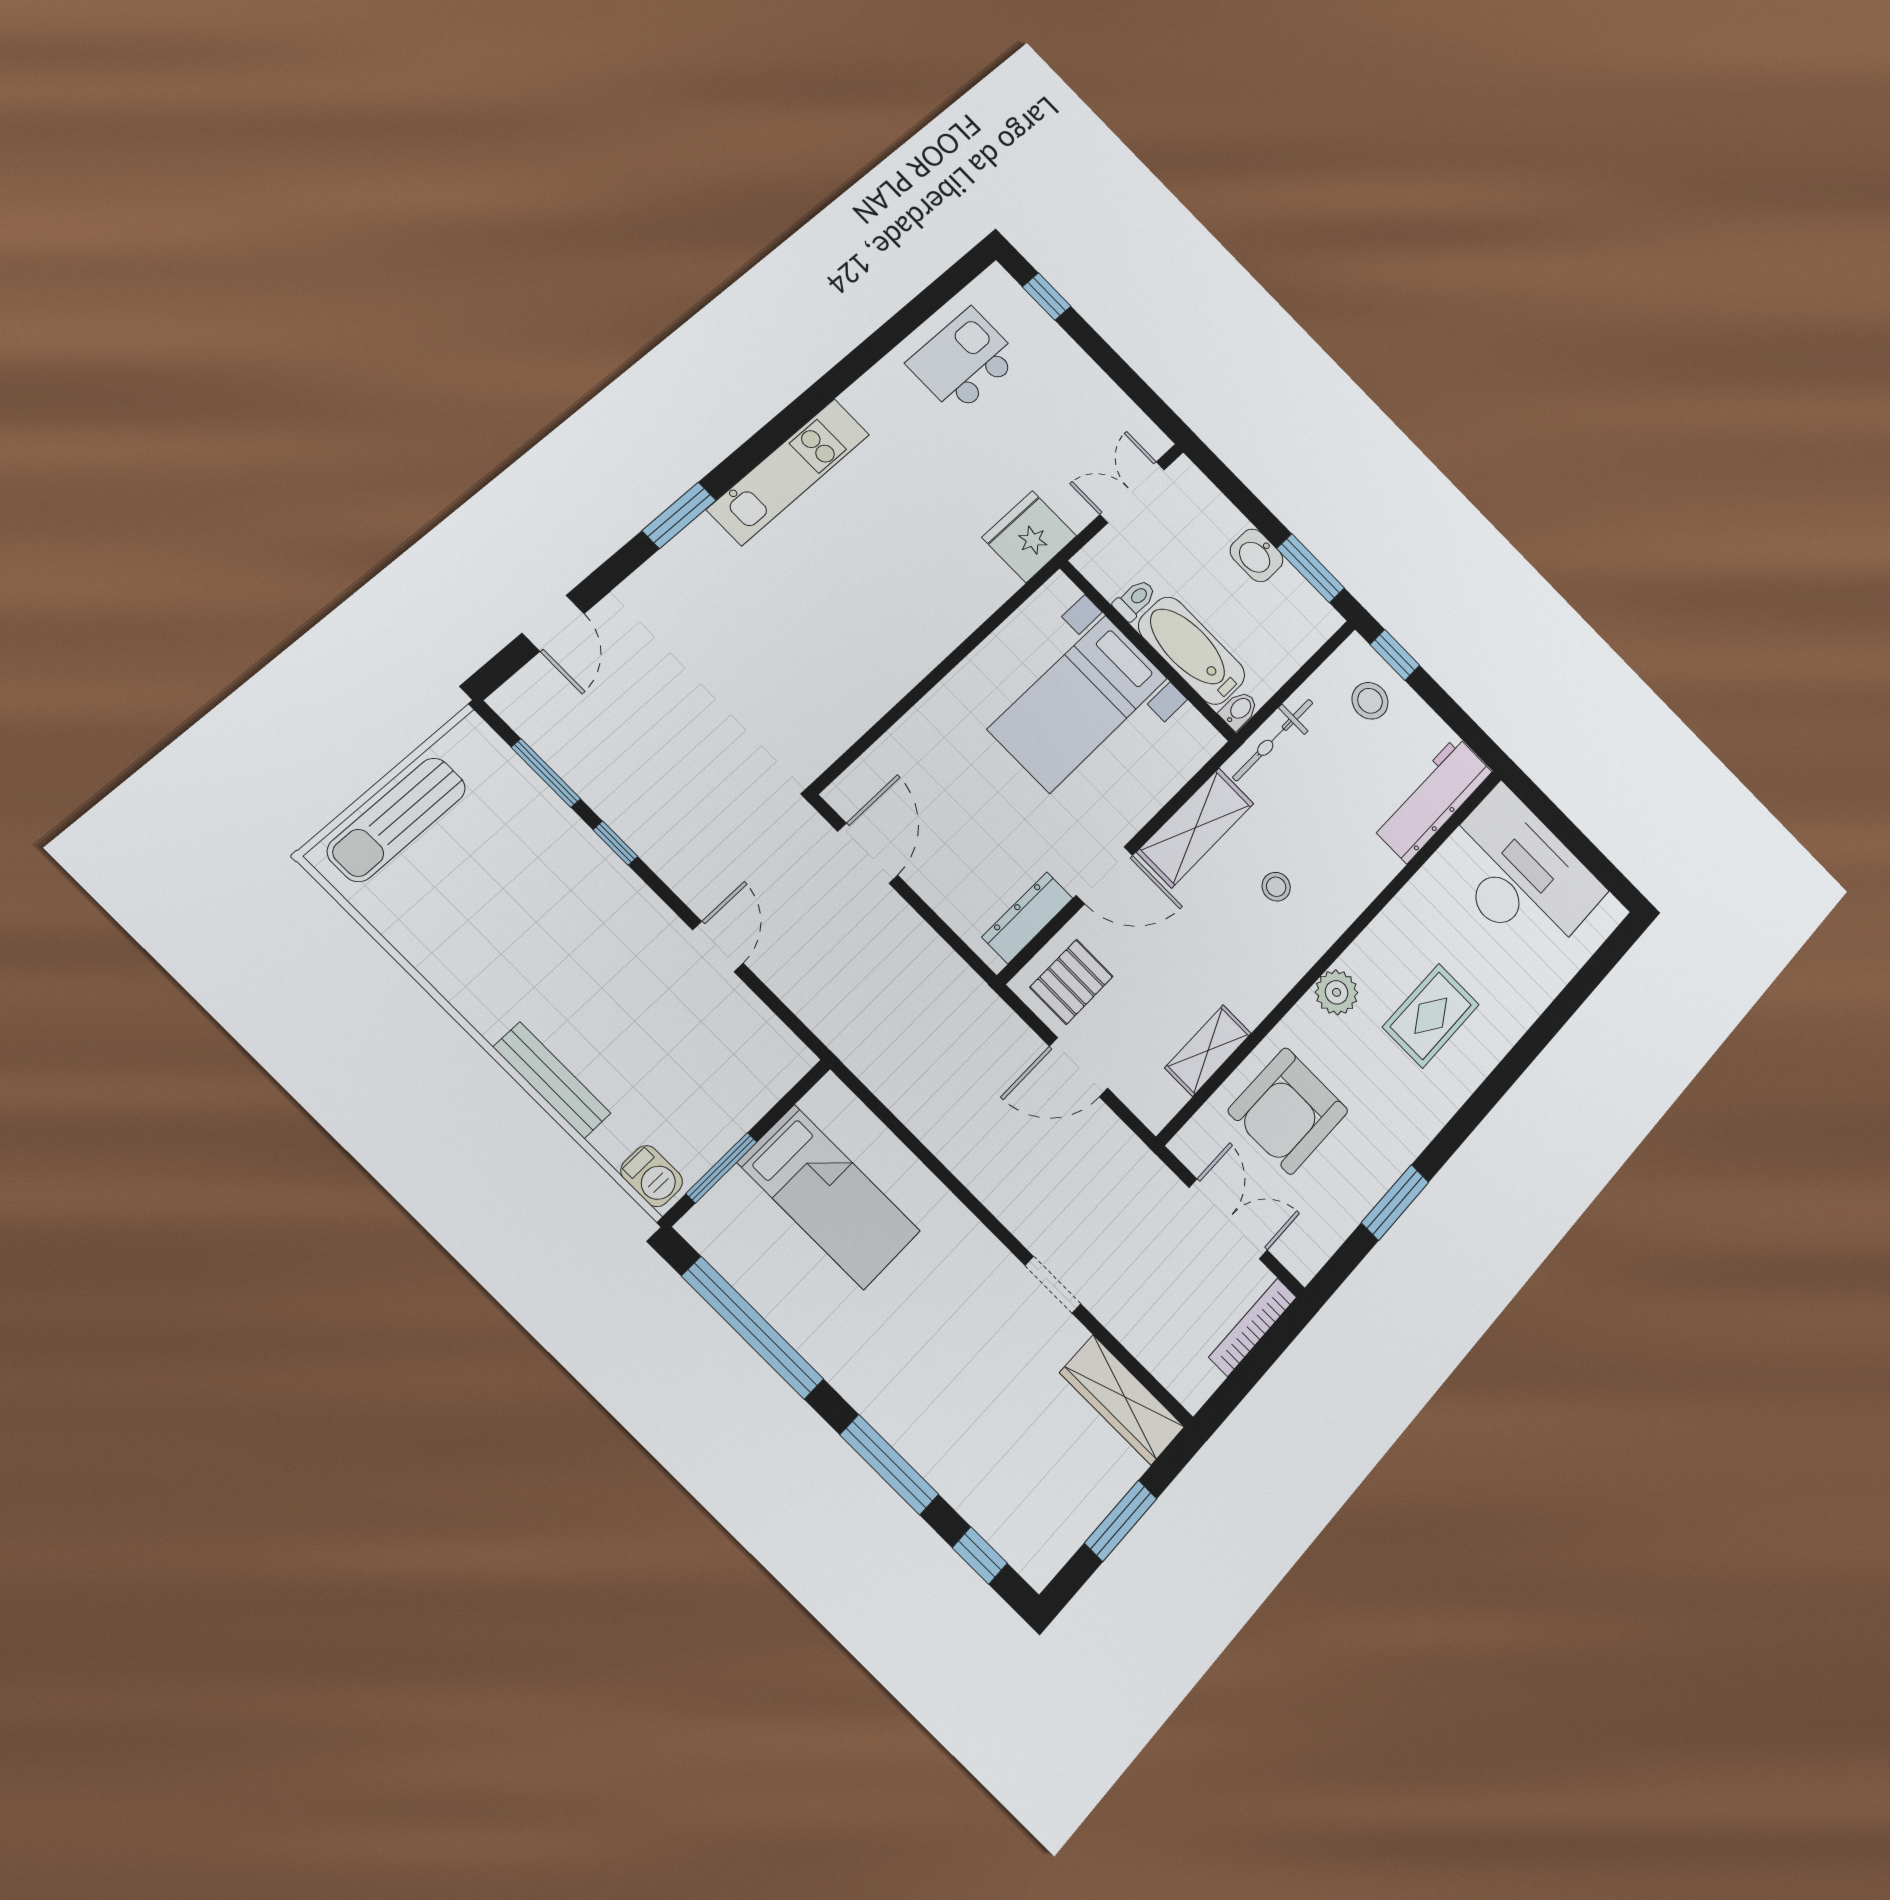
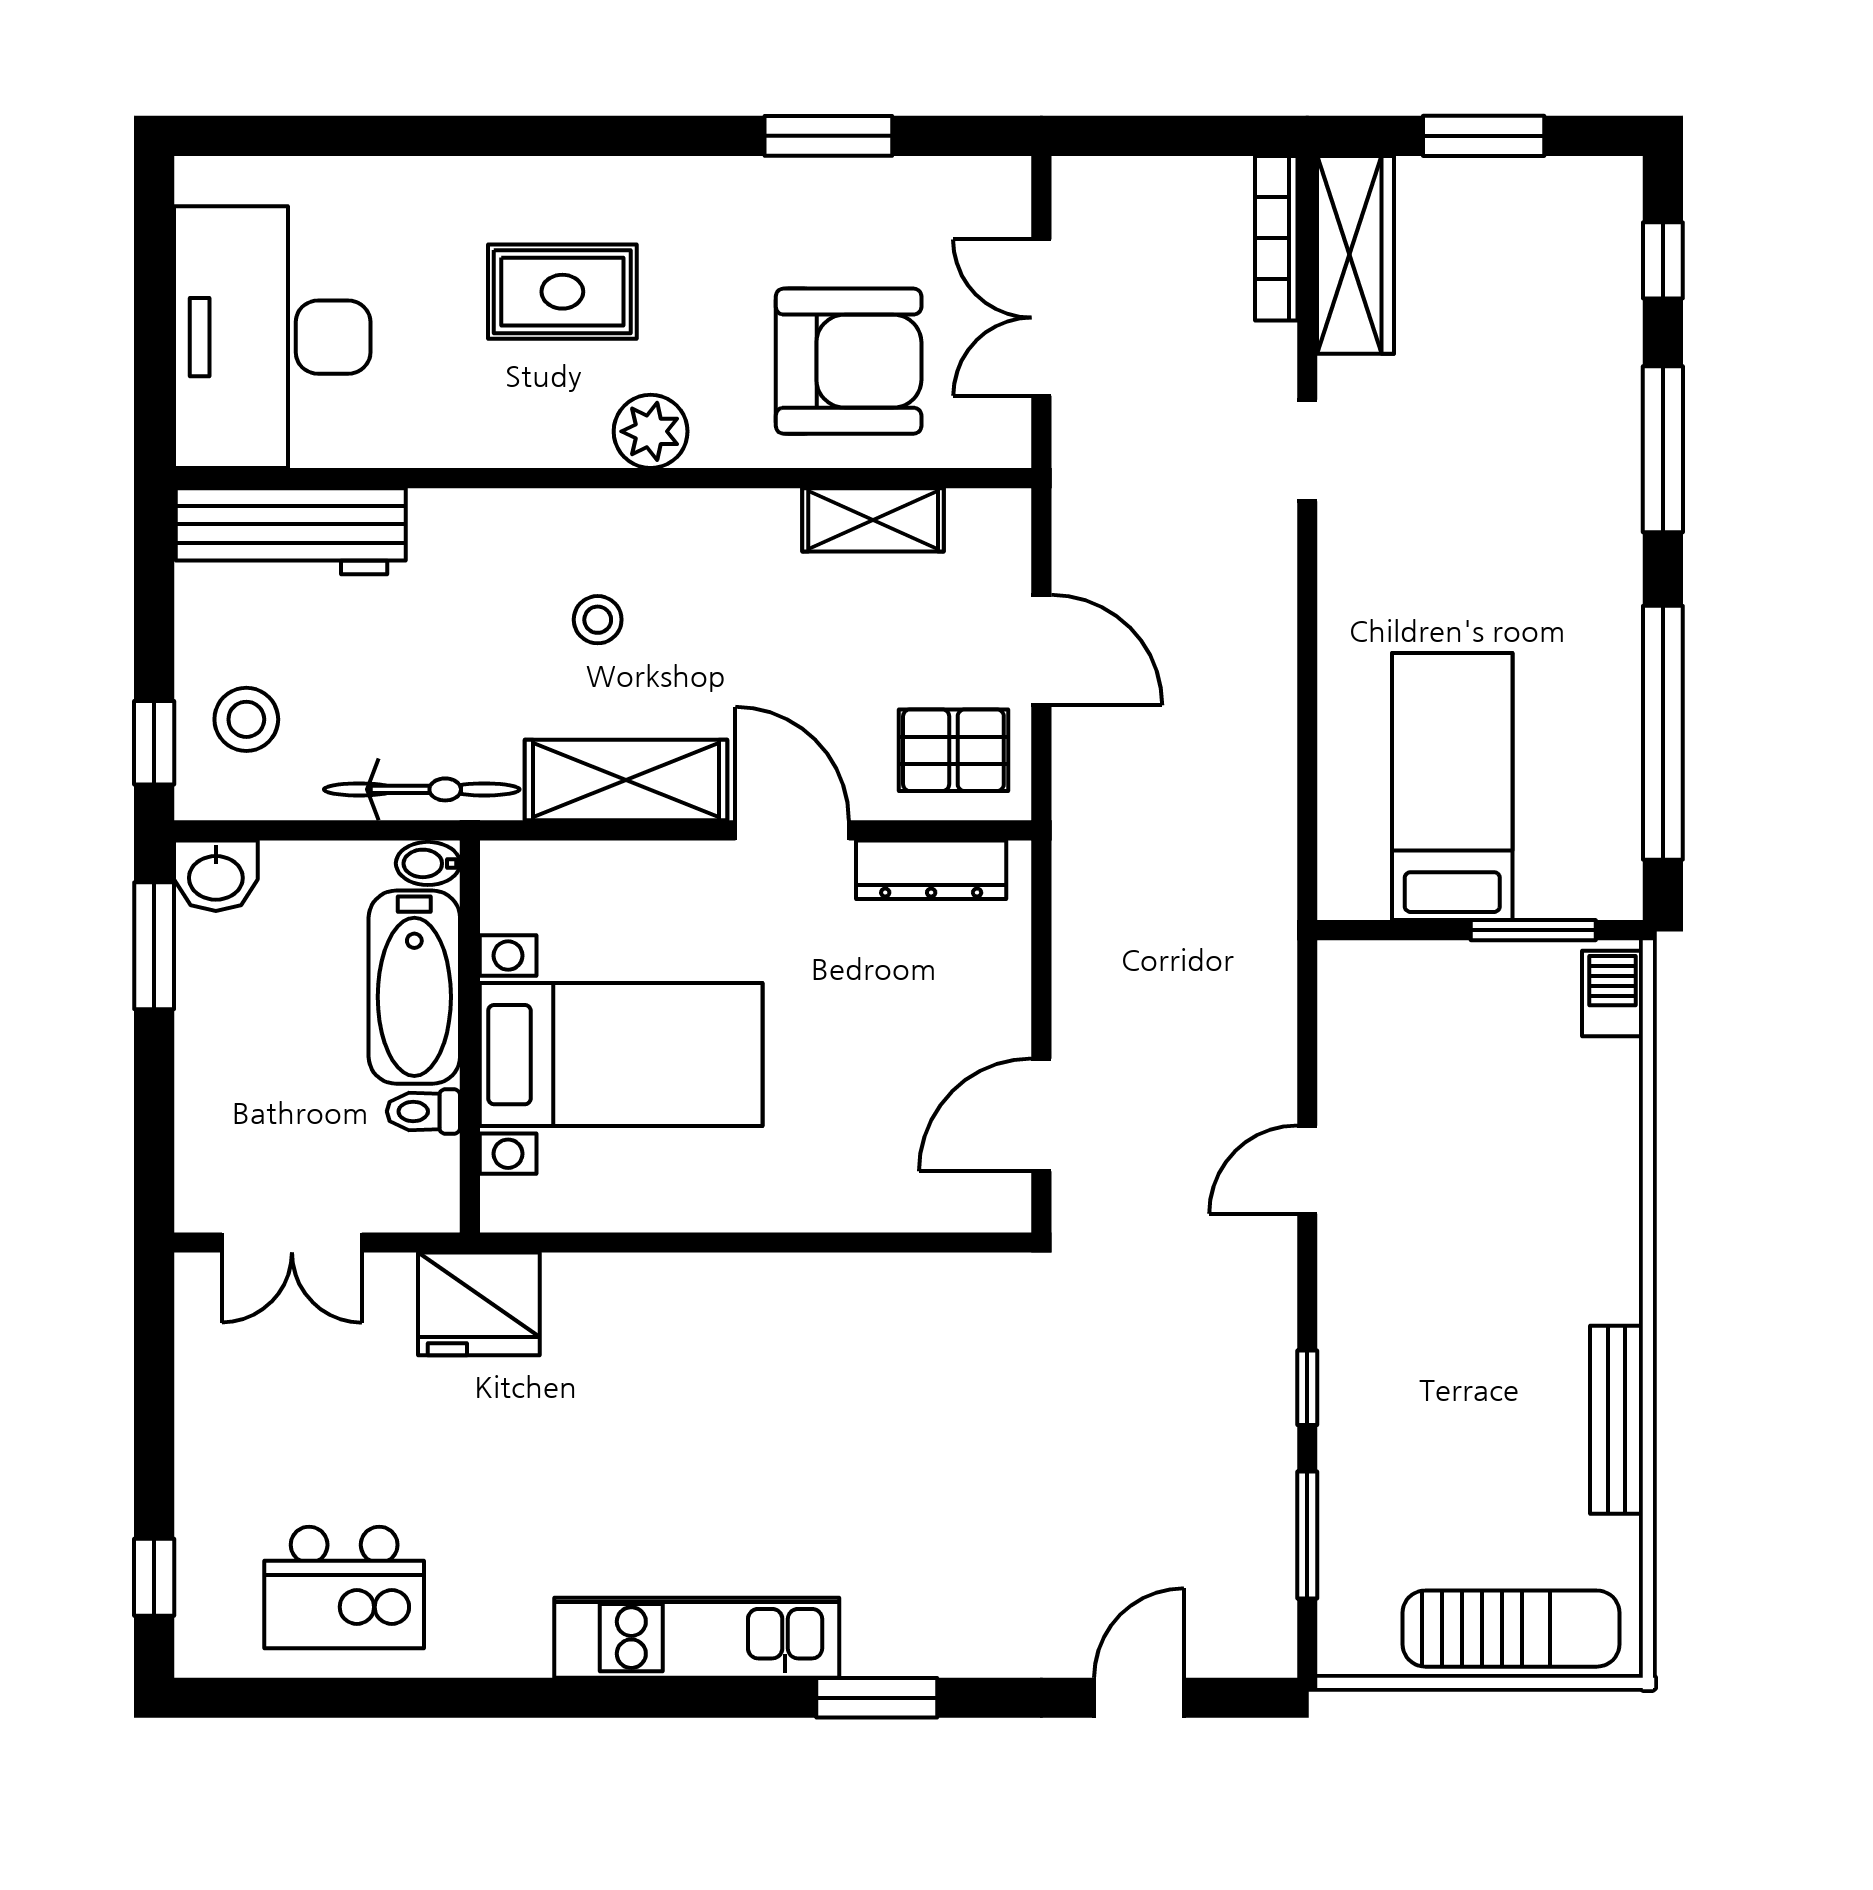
washbasin: (1257, 555) -> (216, 876), moved, turned 90
bench: (552, 1080) -> (1617, 1420), moved
bookcase: (1253, 1327) -> (1276, 238), moved, turned 90

